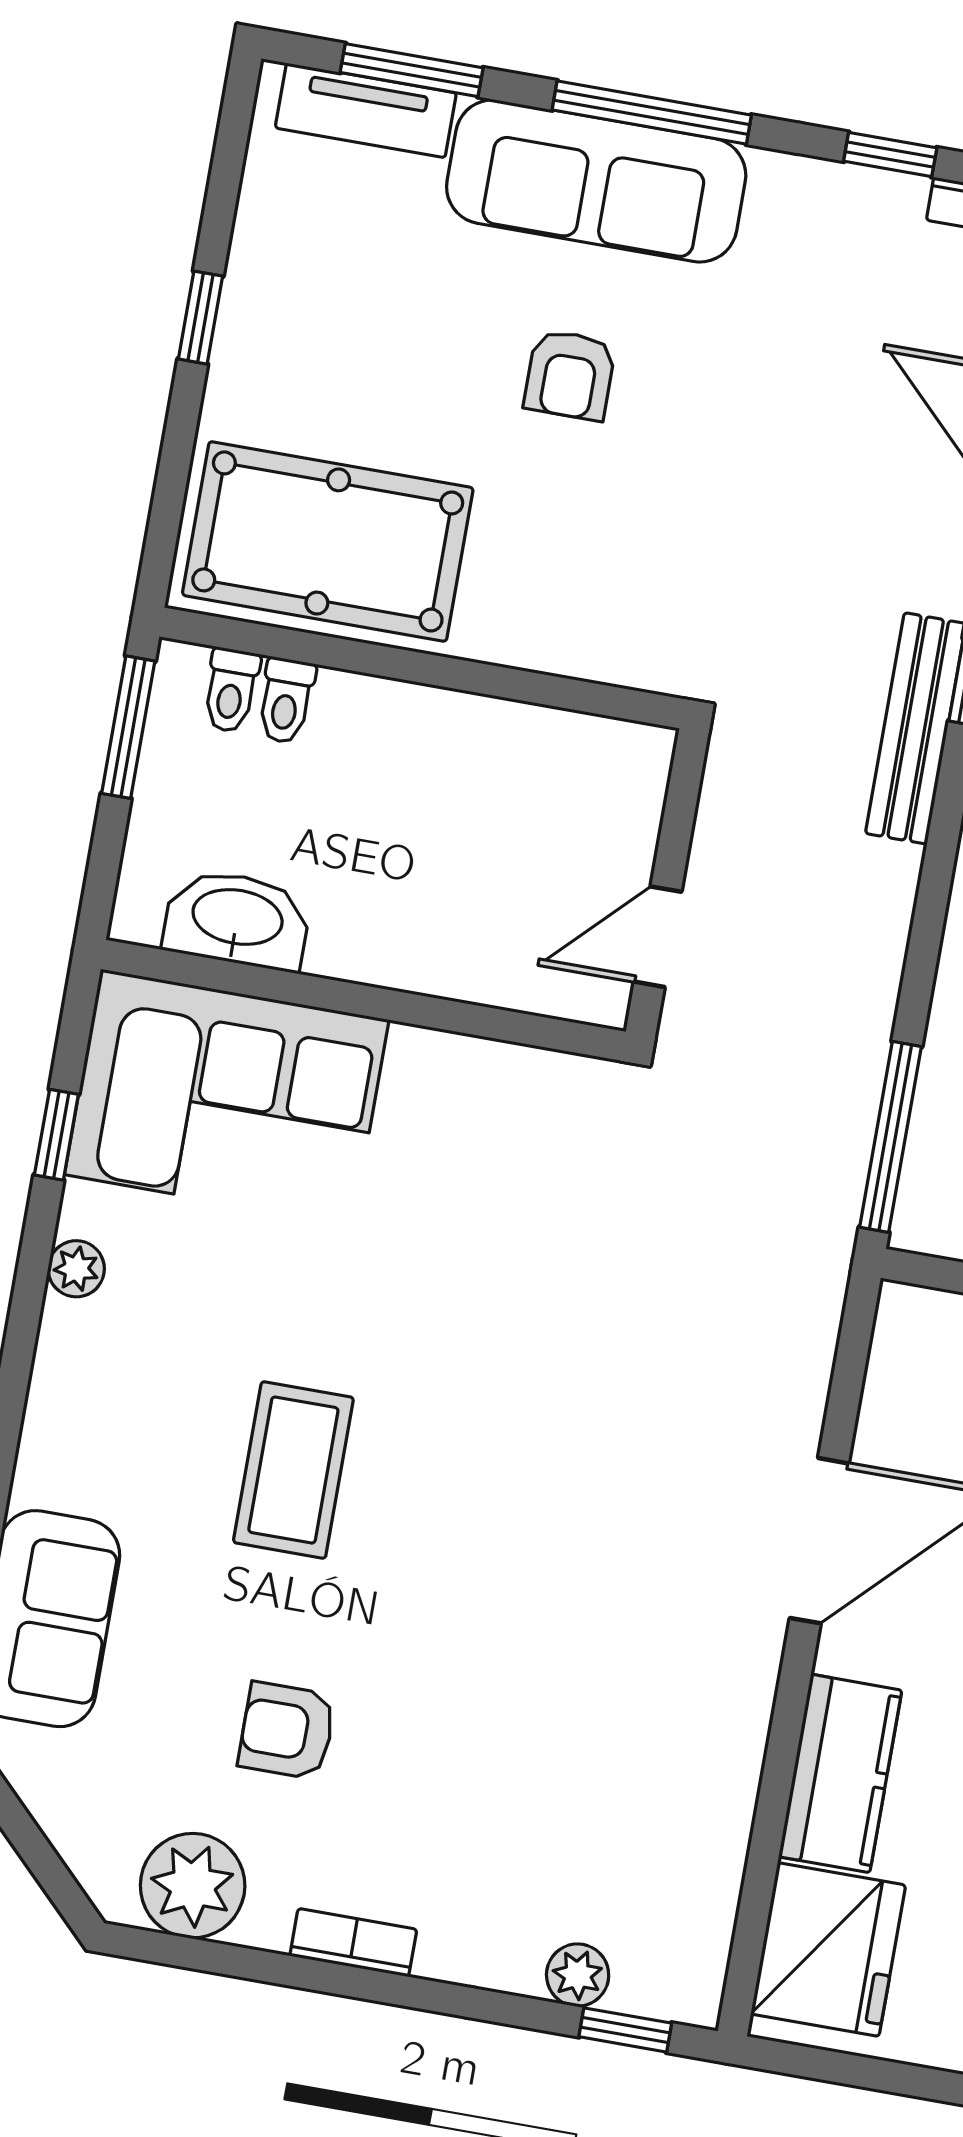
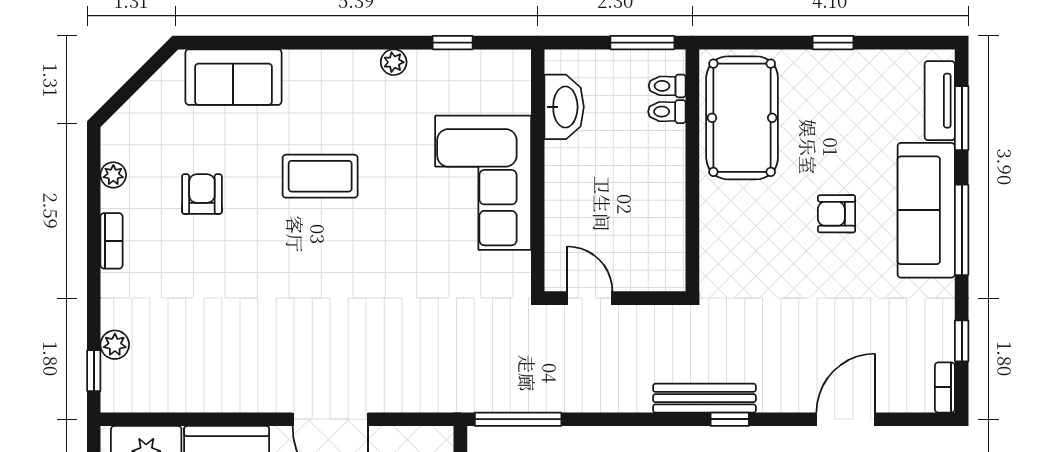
corner sofa: (227, 1097) -> (483, 183), moved
plant: (193, 1886) -> (113, 175), width x0.53, depth x0.53

